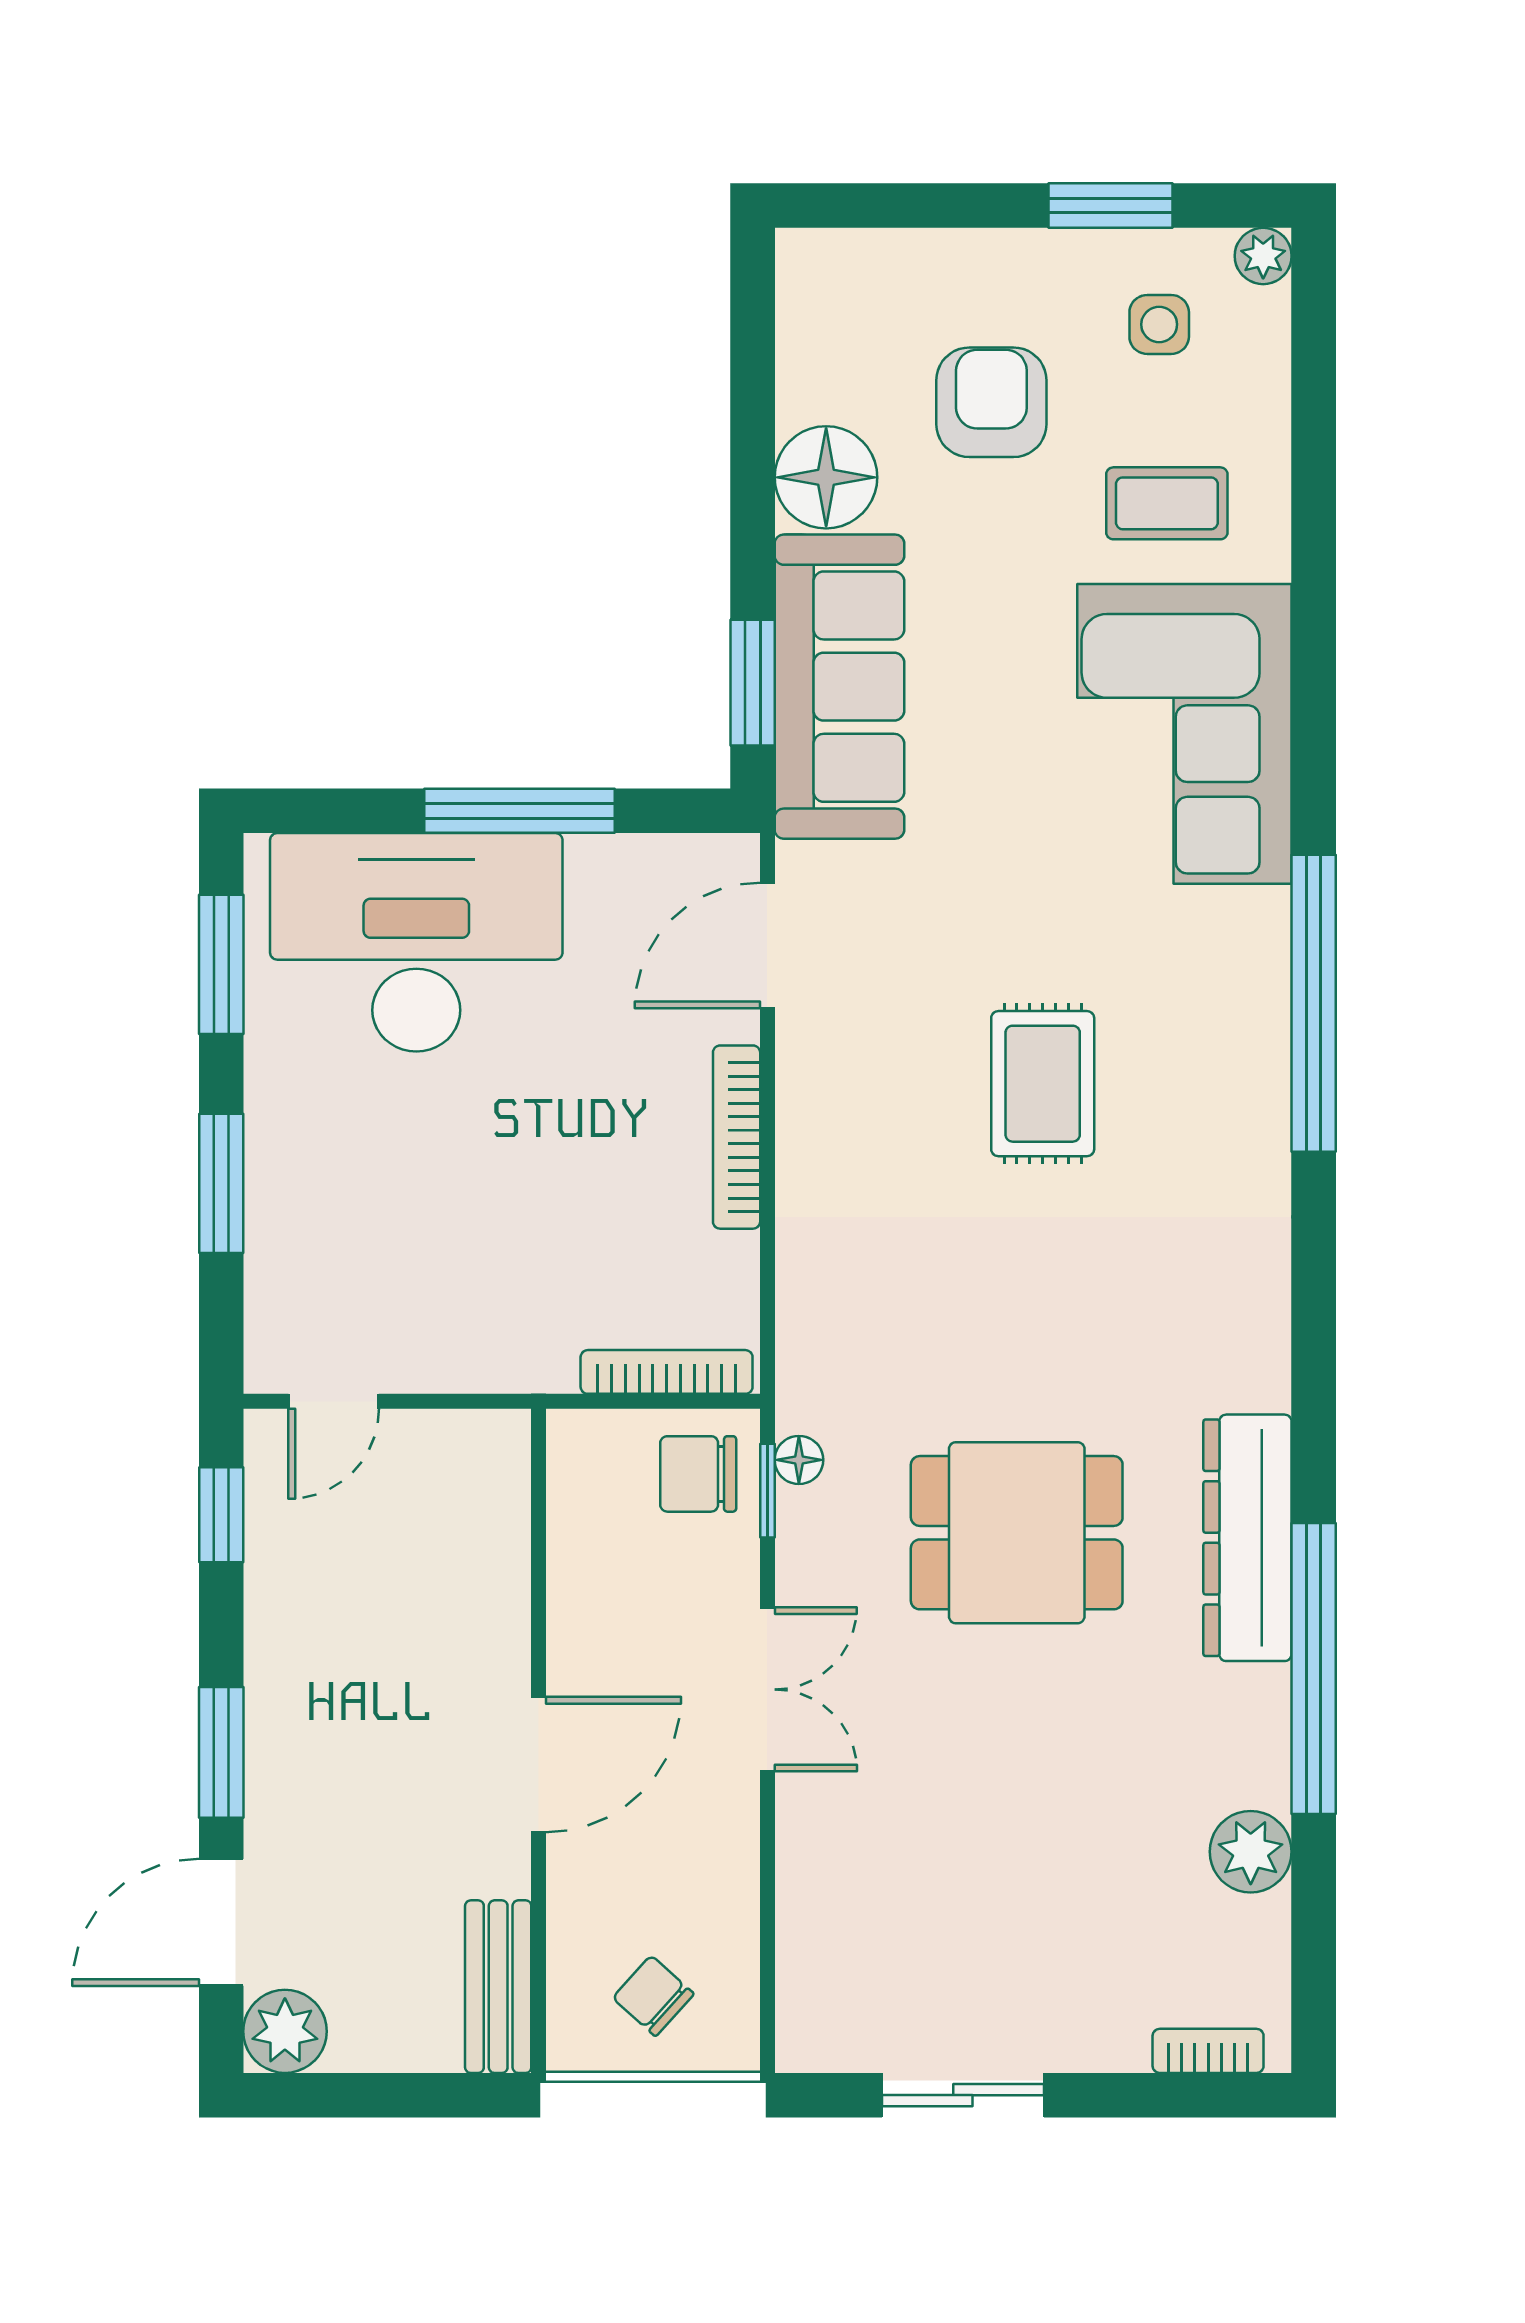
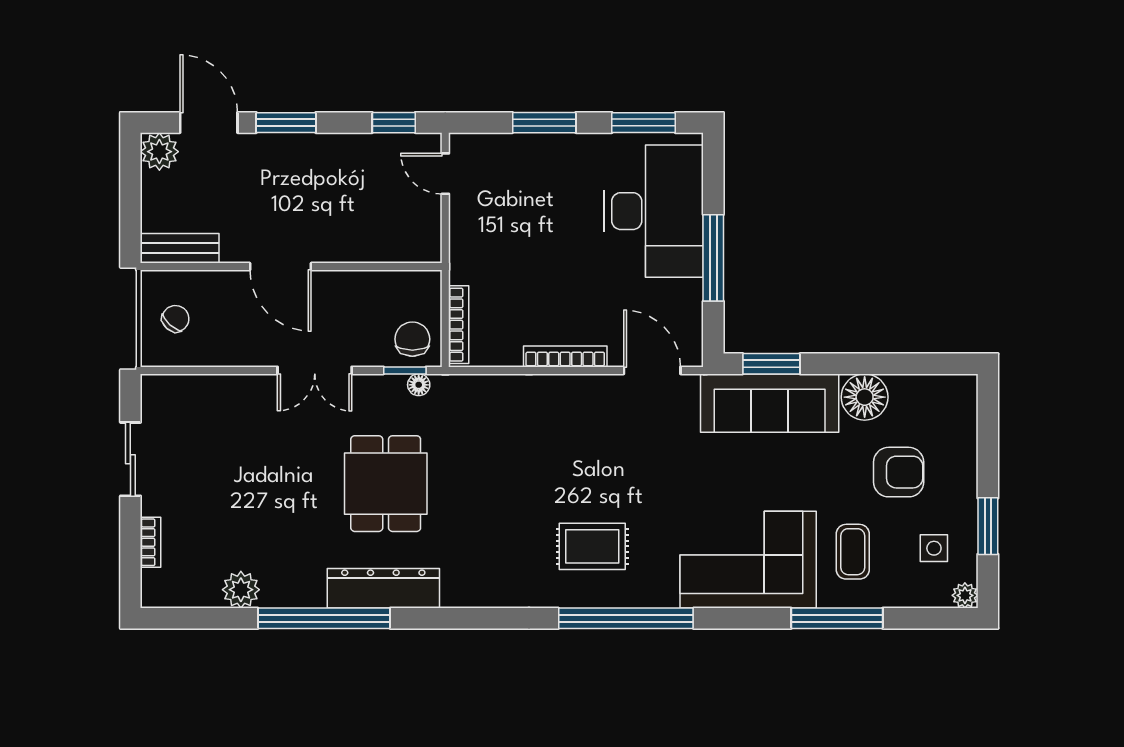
window: (1314, 538) -> (837, 618), added
rug: (1043, 1084) -> (592, 546), moved
bookcase: (1208, 2051) -> (151, 542), moved

